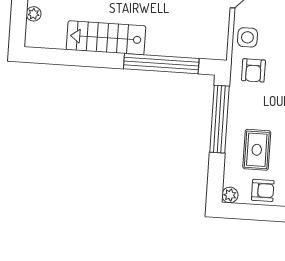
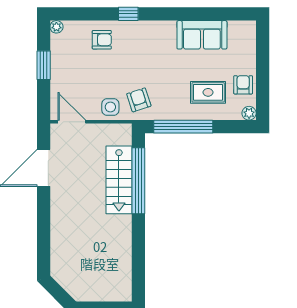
plant: (34, 14) -> (102, 295), removed
stairs: (106, 38) -> (119, 180), moved
armchair: (253, 70) -> (139, 100), turned -108

